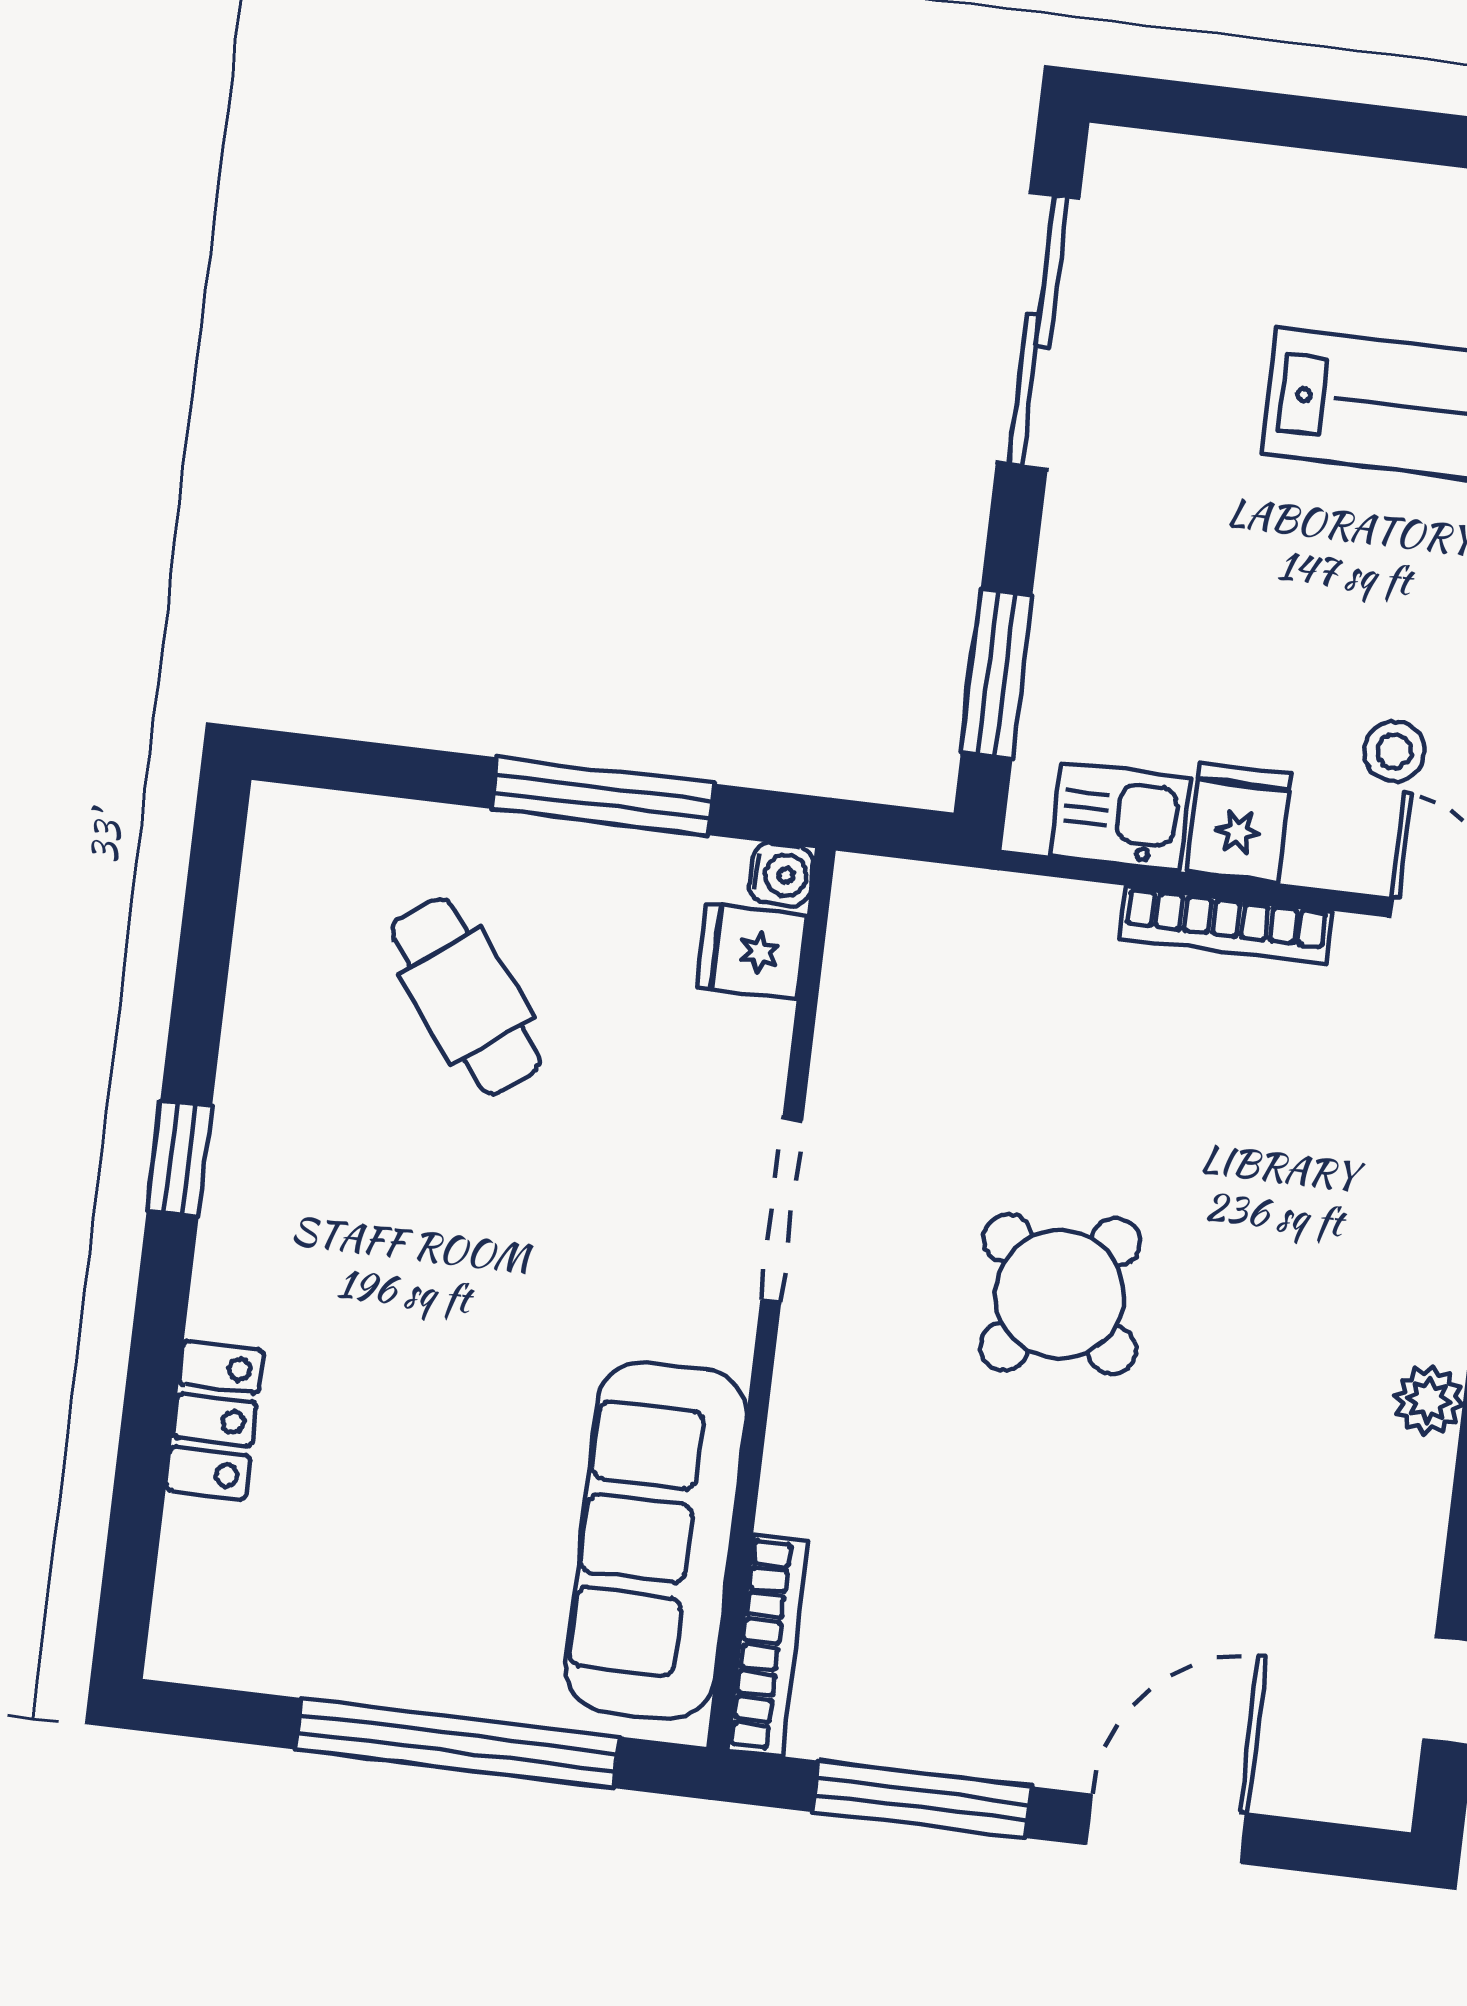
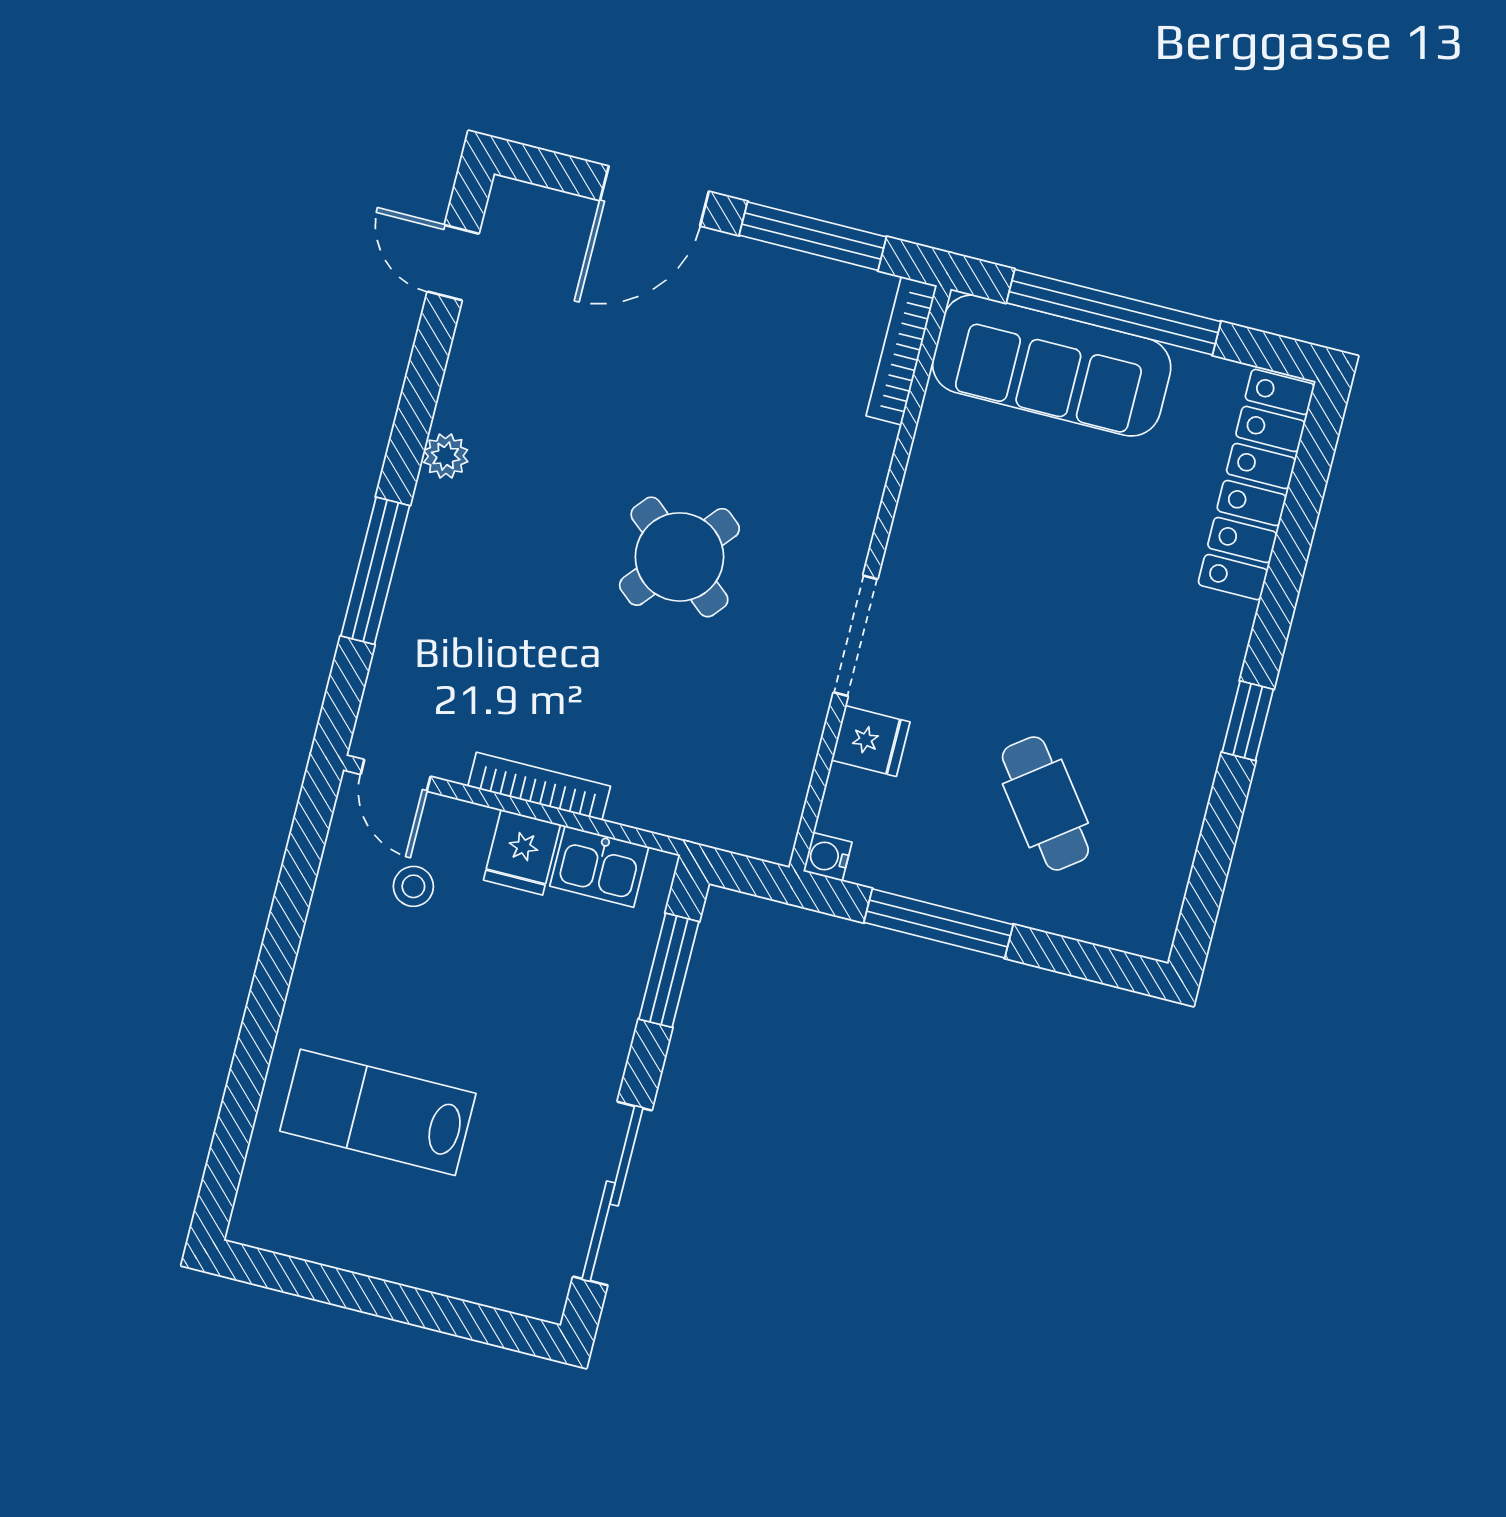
fridge: (752, 951) -> (871, 741), moved
locker: (215, 1420) -> (1256, 484), width x2.16, depth x1.21
sofa: (656, 1541) -> (1052, 366), moved, turned 90

